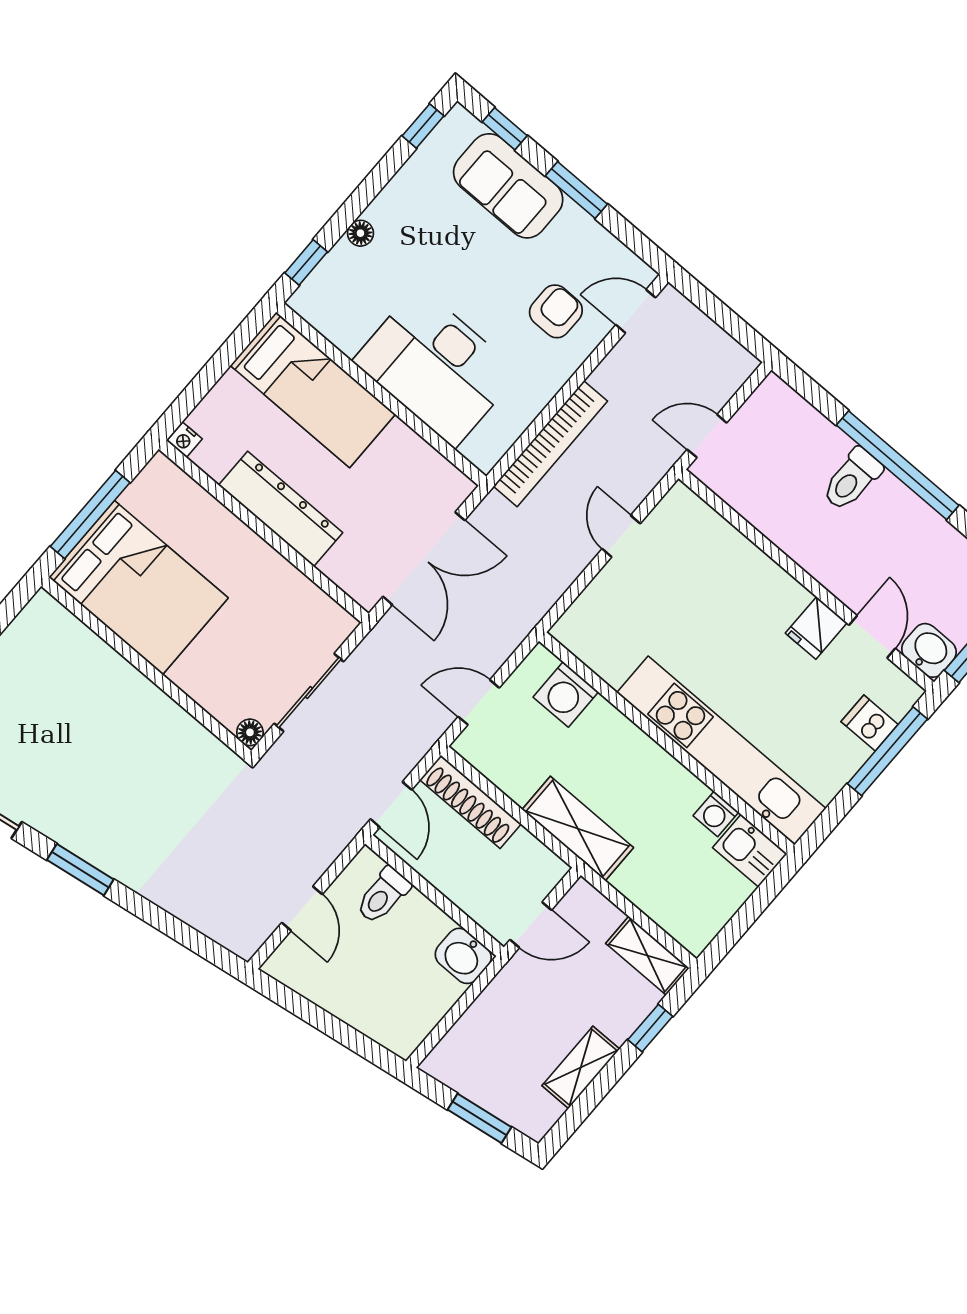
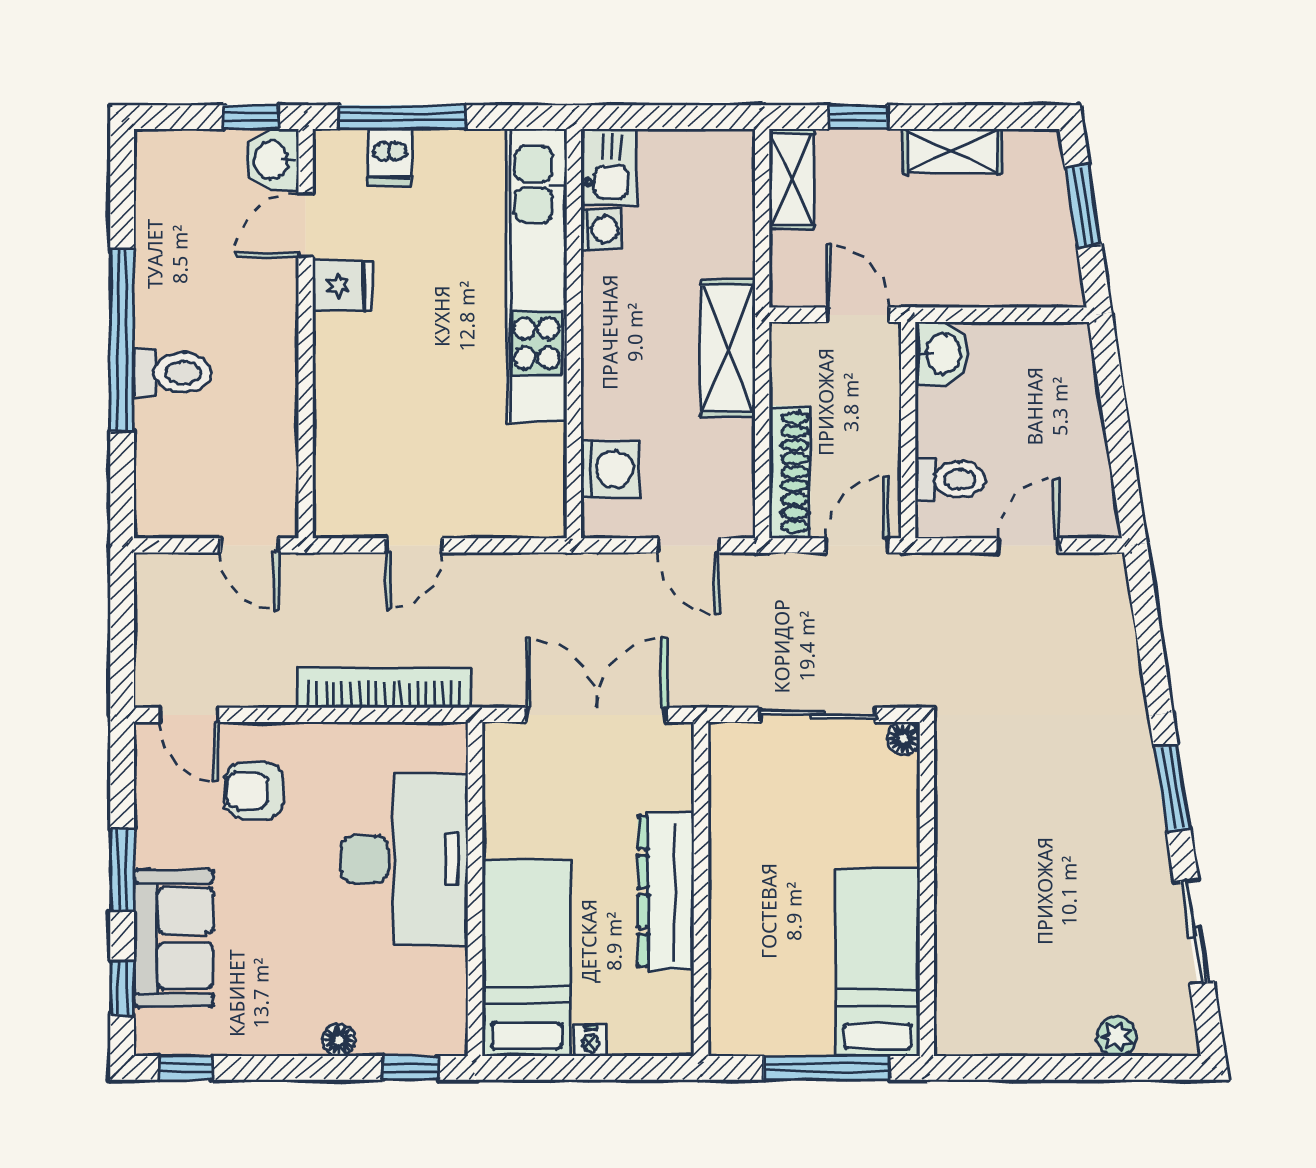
nightstand: (185, 440) -> (591, 1041), moved, turned 90
bed: (138, 588) -> (878, 962), width x0.67

